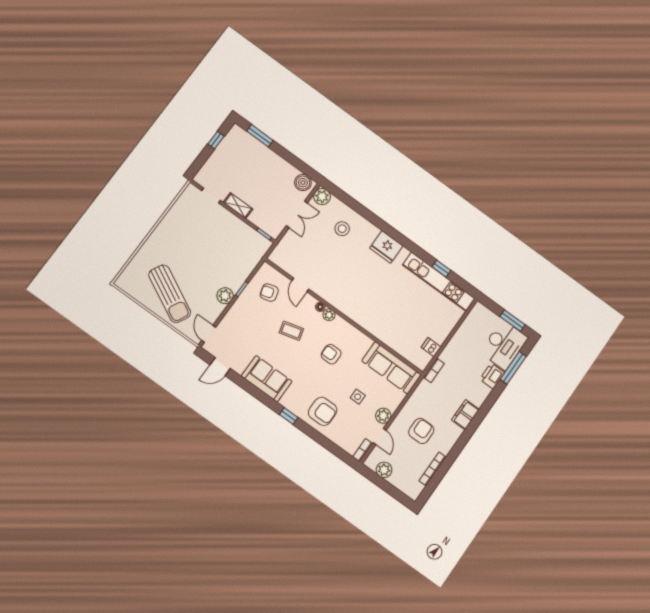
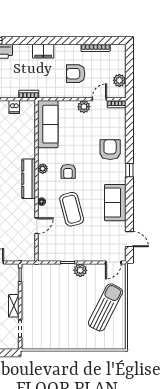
armchair: (269, 293) -> (57, 243), removed
kitchen counter: (352, 311) -> (29, 179), added
plant: (329, 315) -> (43, 169), moved
coffee table: (291, 331) -> (72, 209), width x1.86, depth x1.72
side table: (358, 397) -> (84, 133), removed

